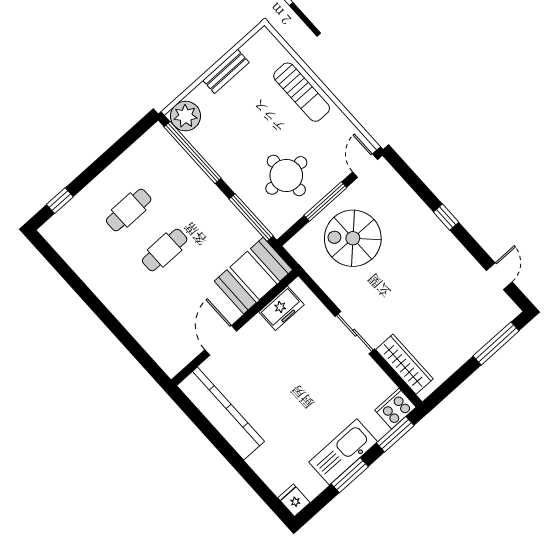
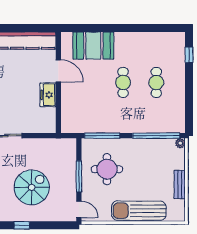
sun lounger: (302, 92) -> (139, 211), width x1.36, depth x1.34
plant: (185, 116) -> (180, 143), width x0.53, depth x0.53
spiral stairs: (353, 238) -> (32, 187), moved
booth: (253, 276) -> (93, 46), moved, turned 90
freezer: (281, 308) -> (48, 95), moved

